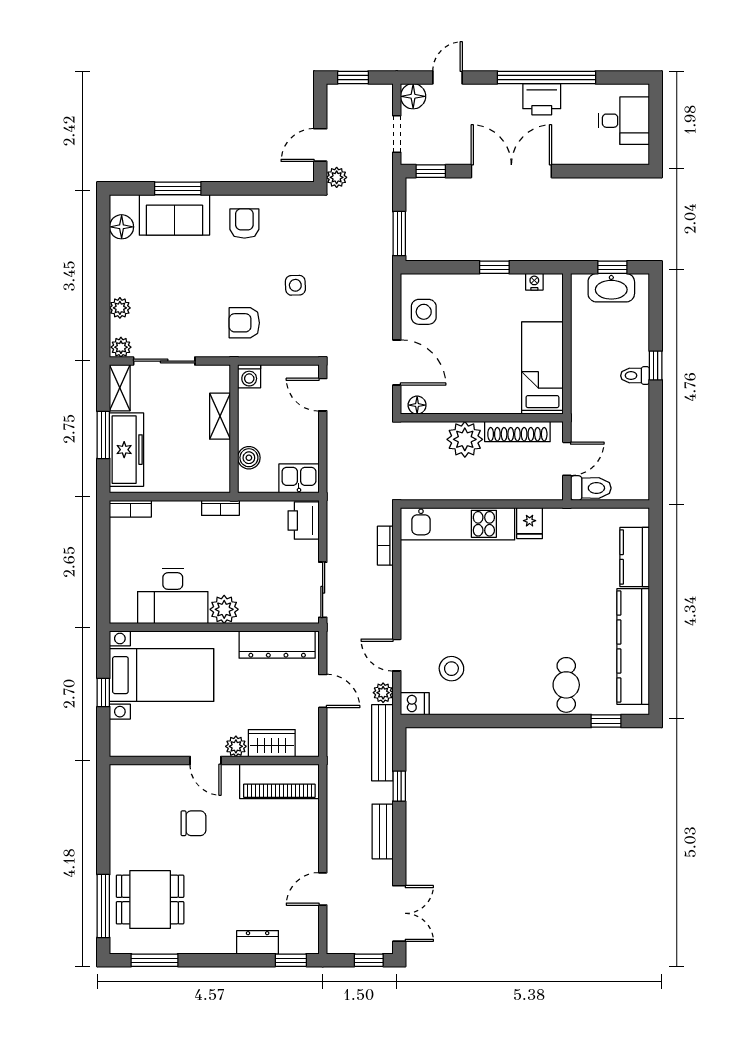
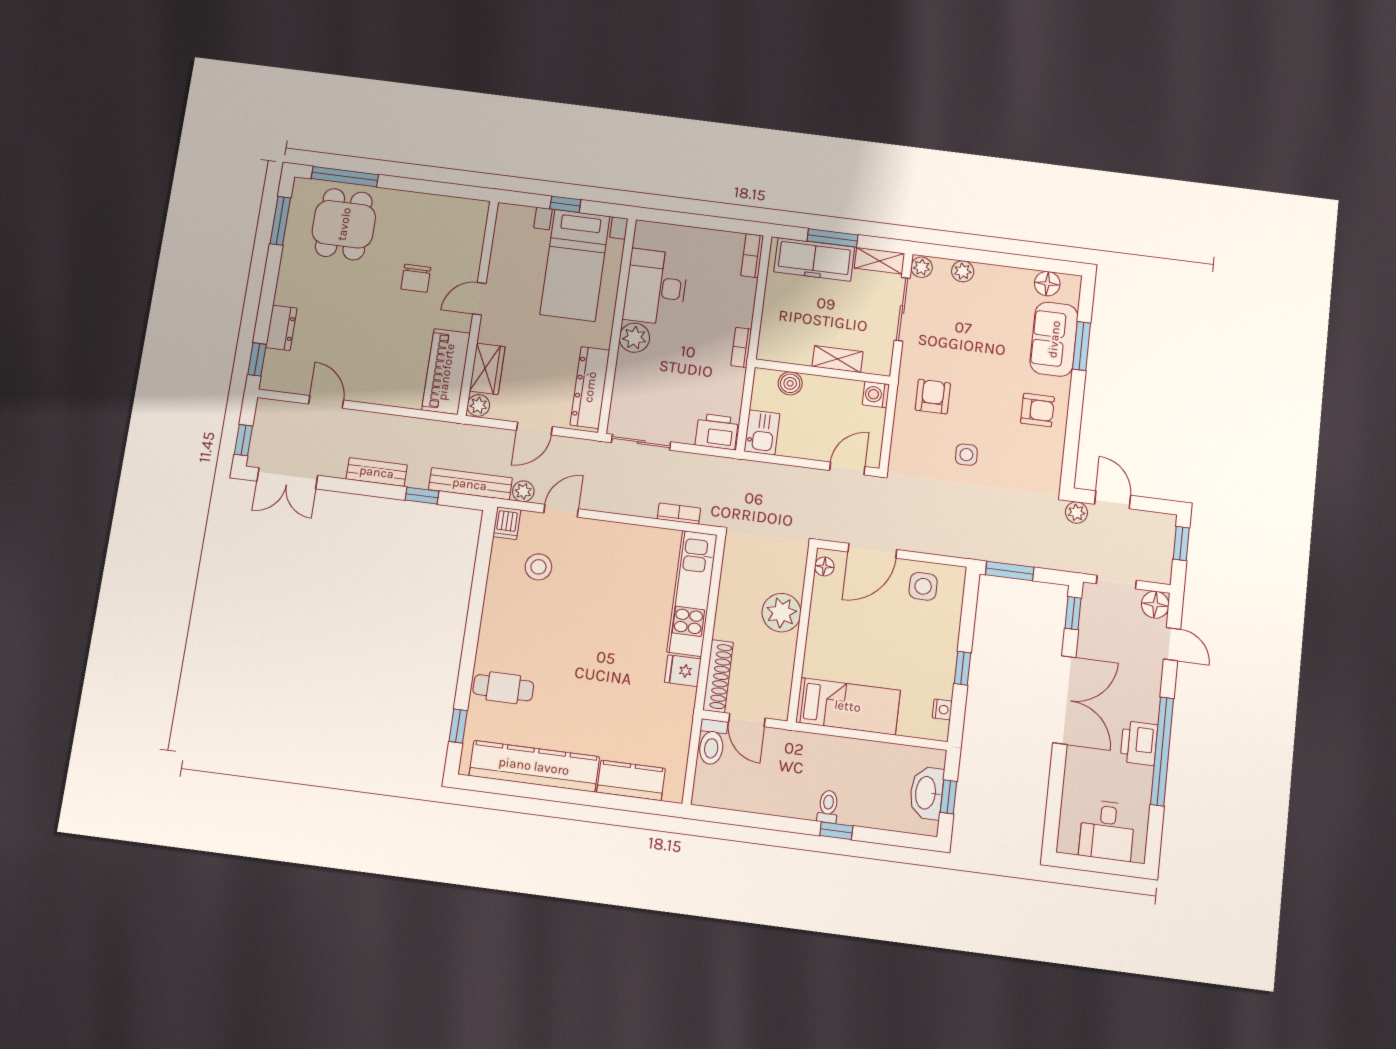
shoe rack: (517, 432) -> (718, 676), moved, turned 180
plant: (236, 746) -> (478, 405), moved

